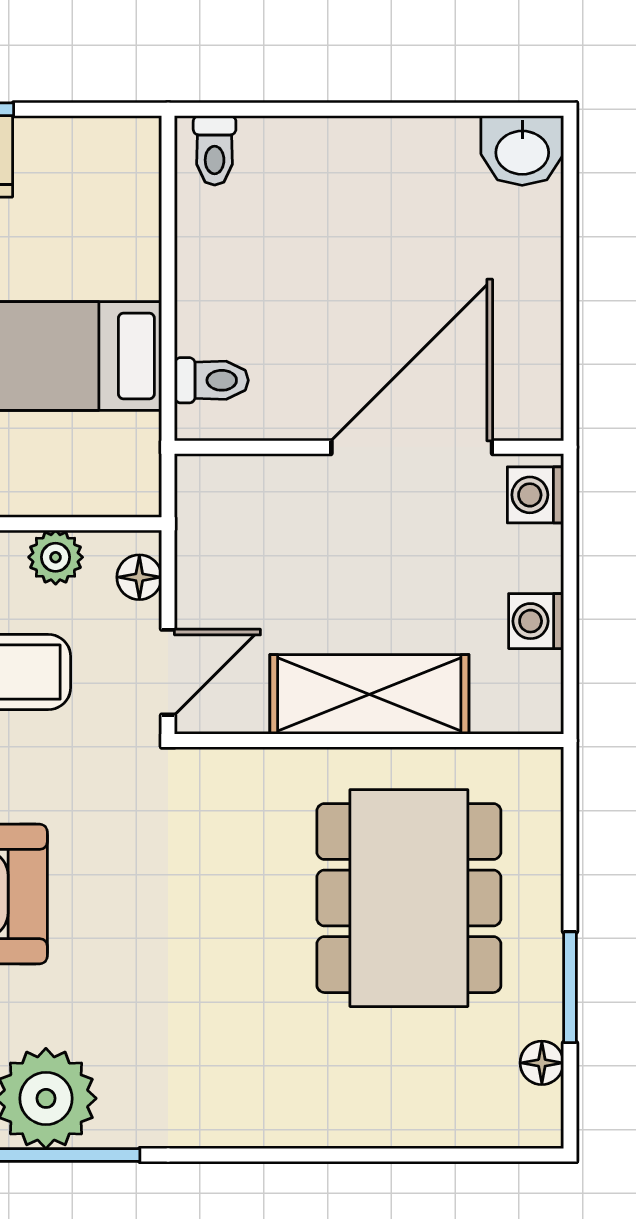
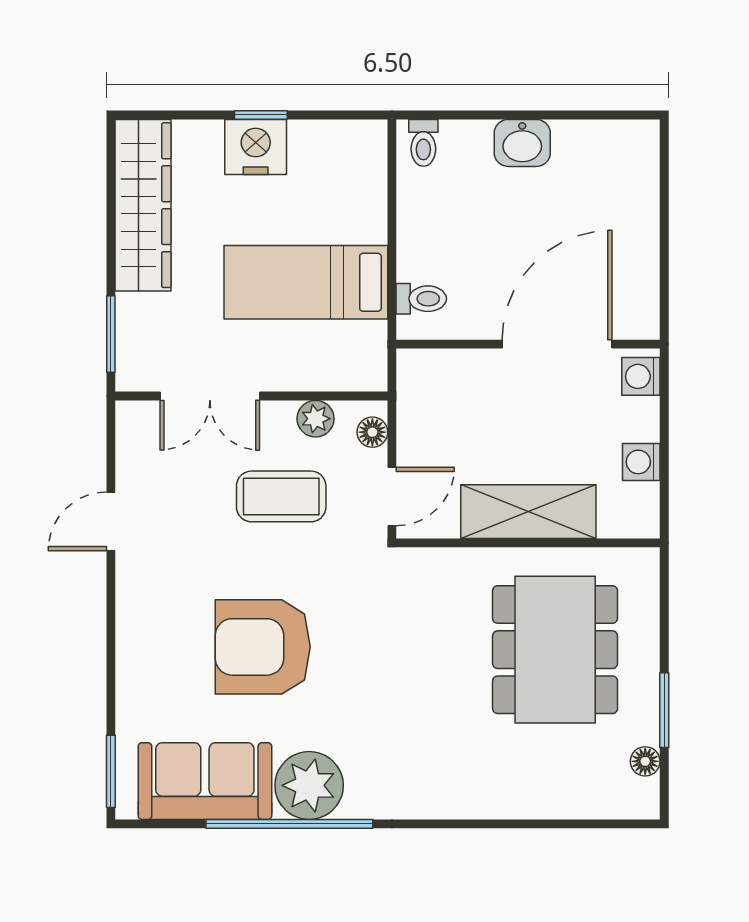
washbasin: (522, 151) -> (522, 143), moved

